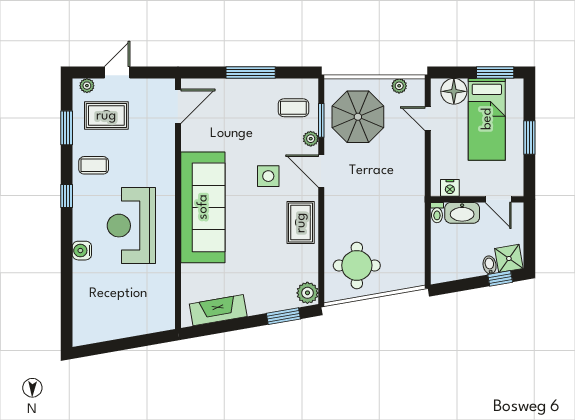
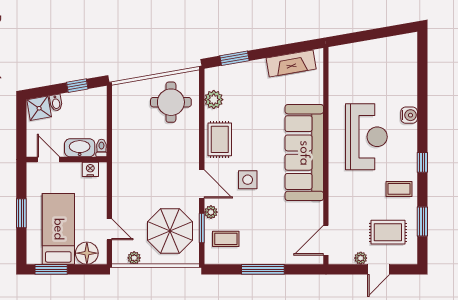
plant: (87, 86) -> (361, 258), moved
window: (500, 278) -> (77, 86), moved
plant: (307, 293) -> (214, 100), moved

